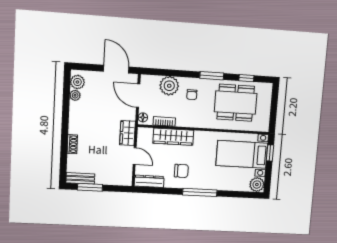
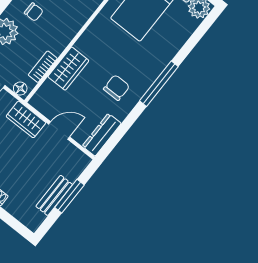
wardrobe: (173, 137) -> (68, 69), width x0.67
bench: (80, 178) -> (54, 195), moved
window: (90, 187) -> (69, 196), moved

